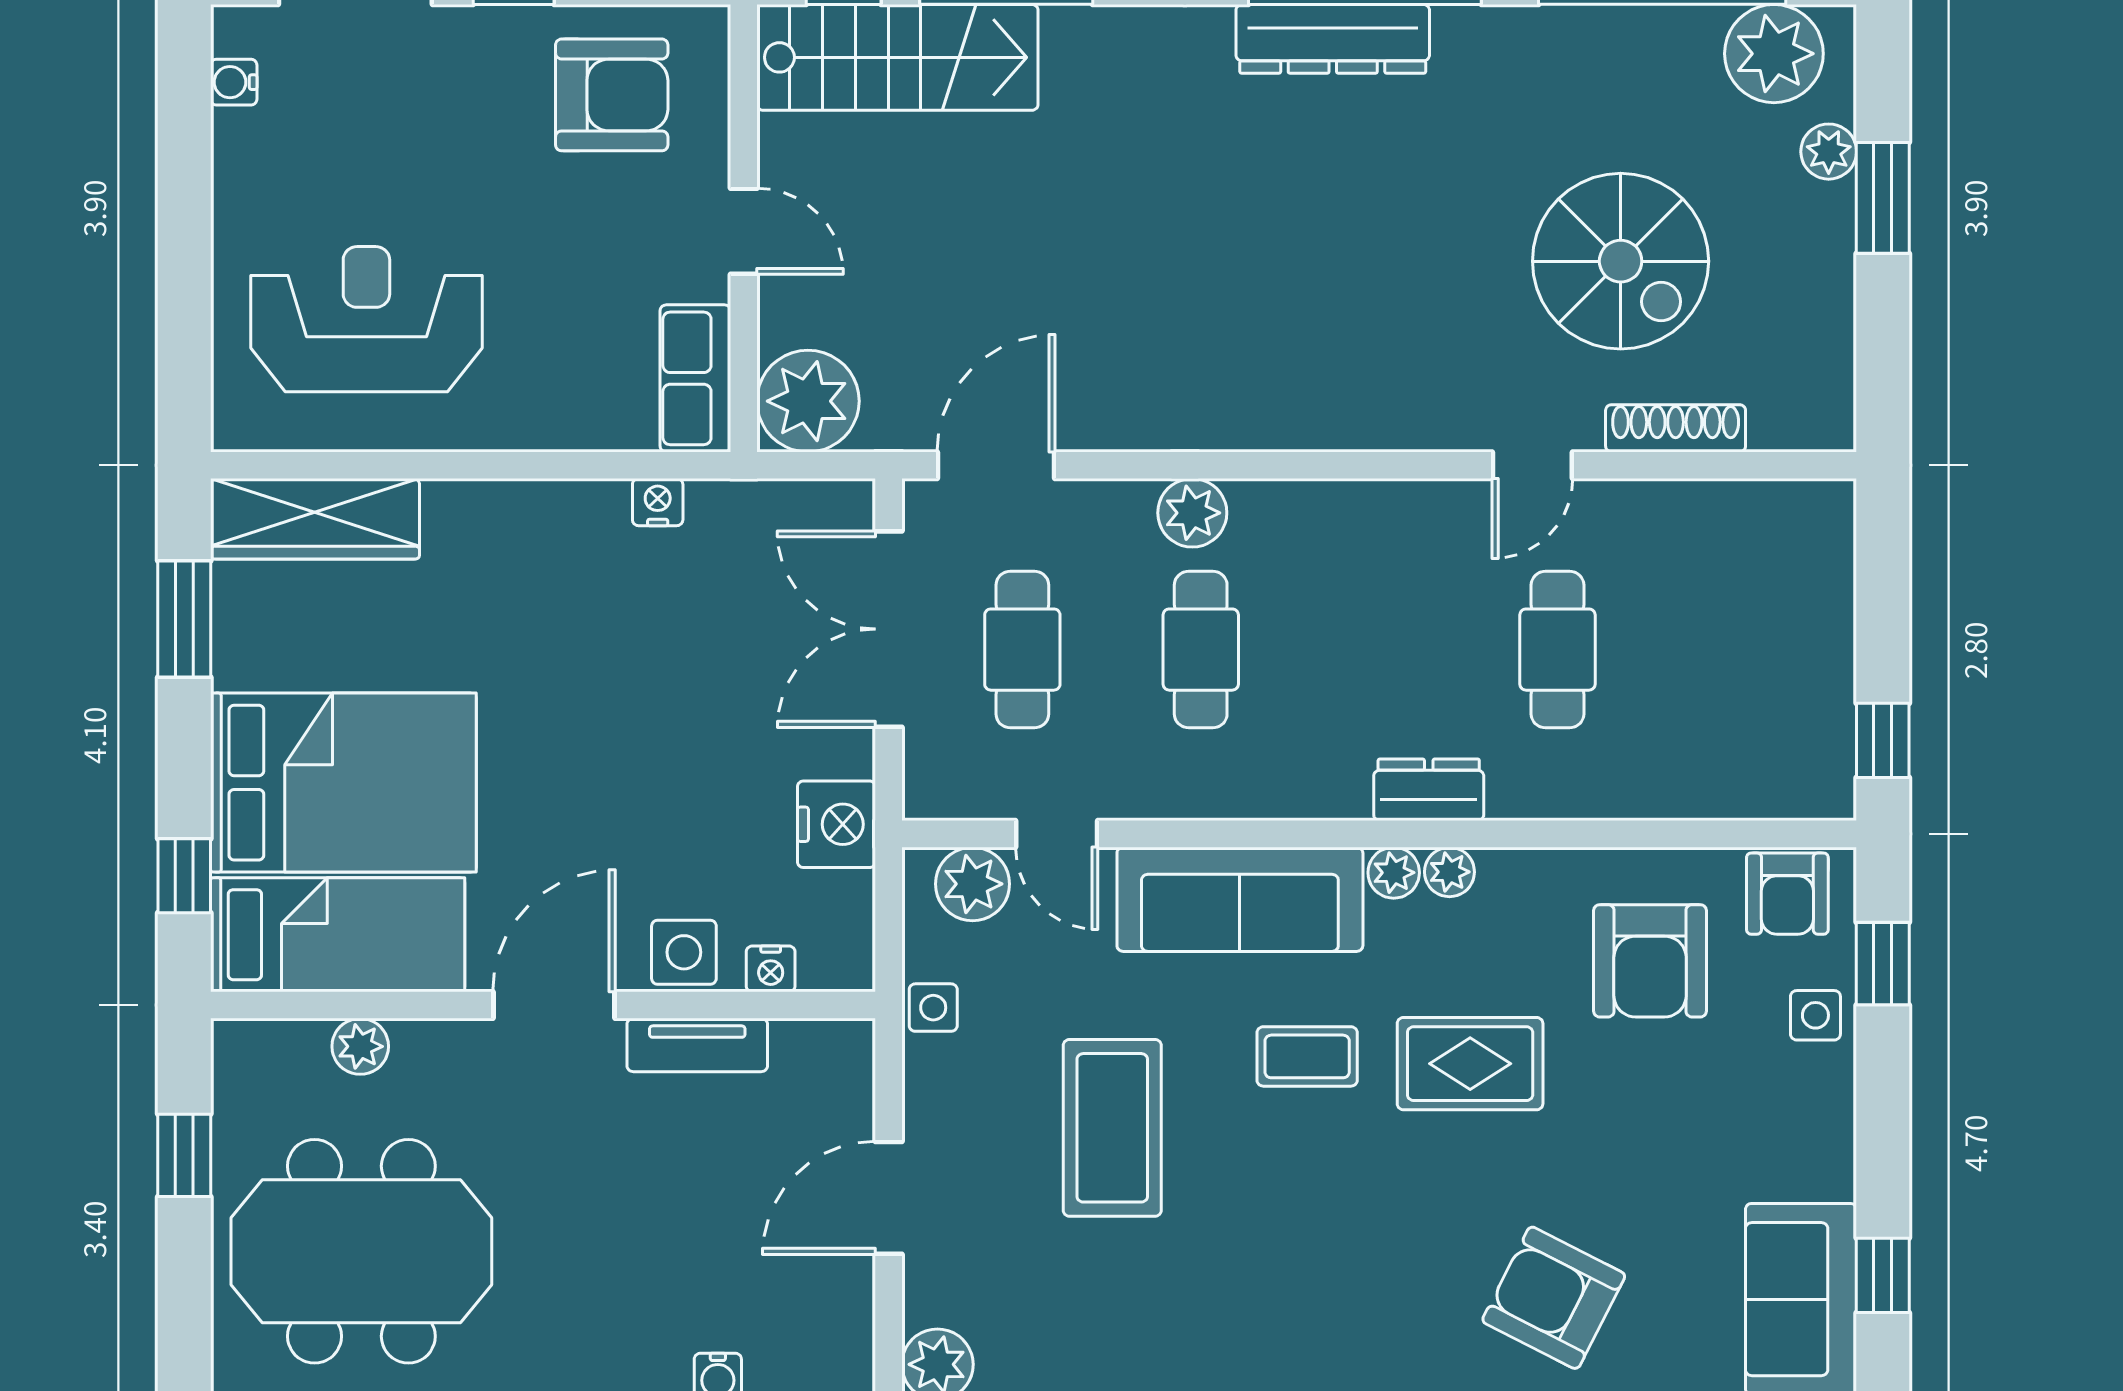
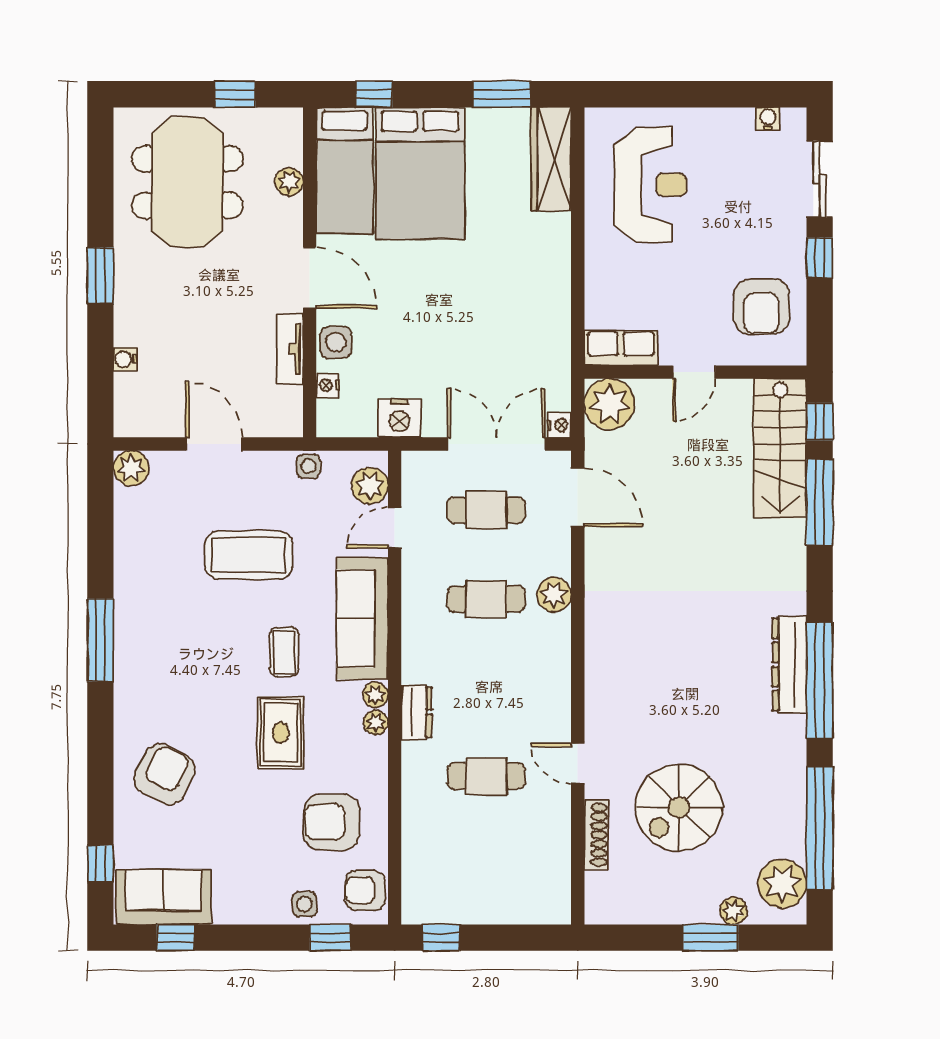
nightstand: (658, 502) -> (559, 425), moved

